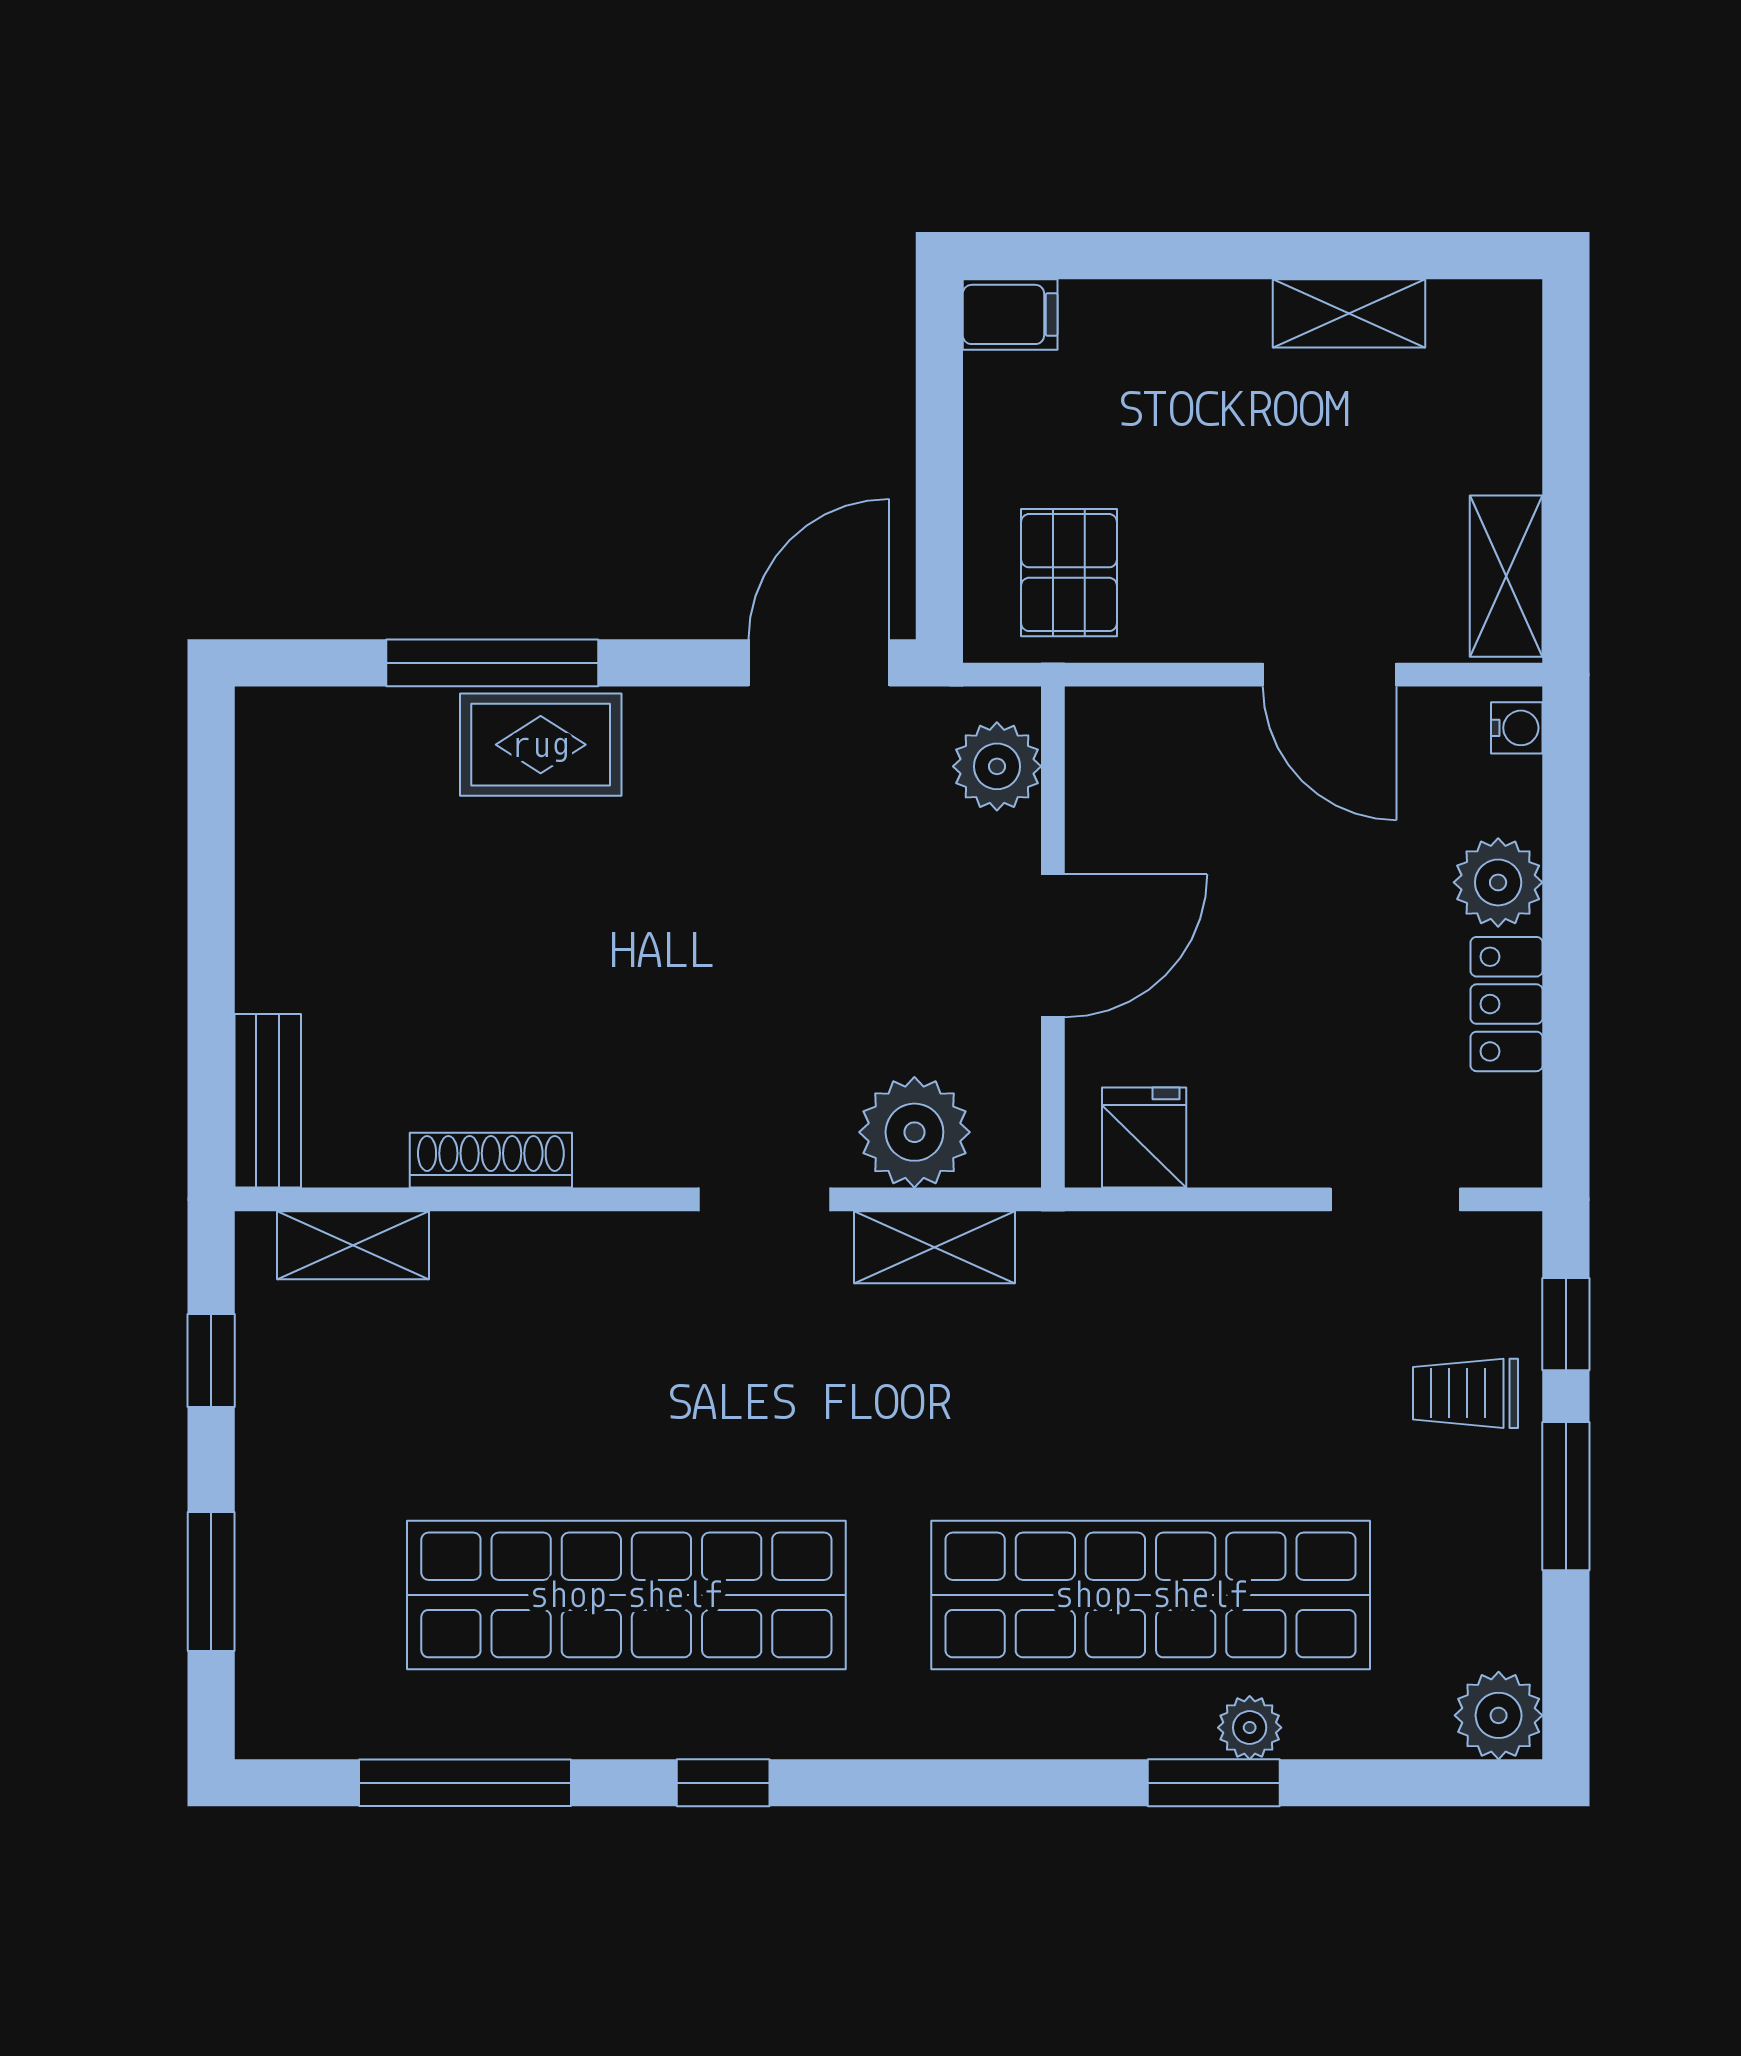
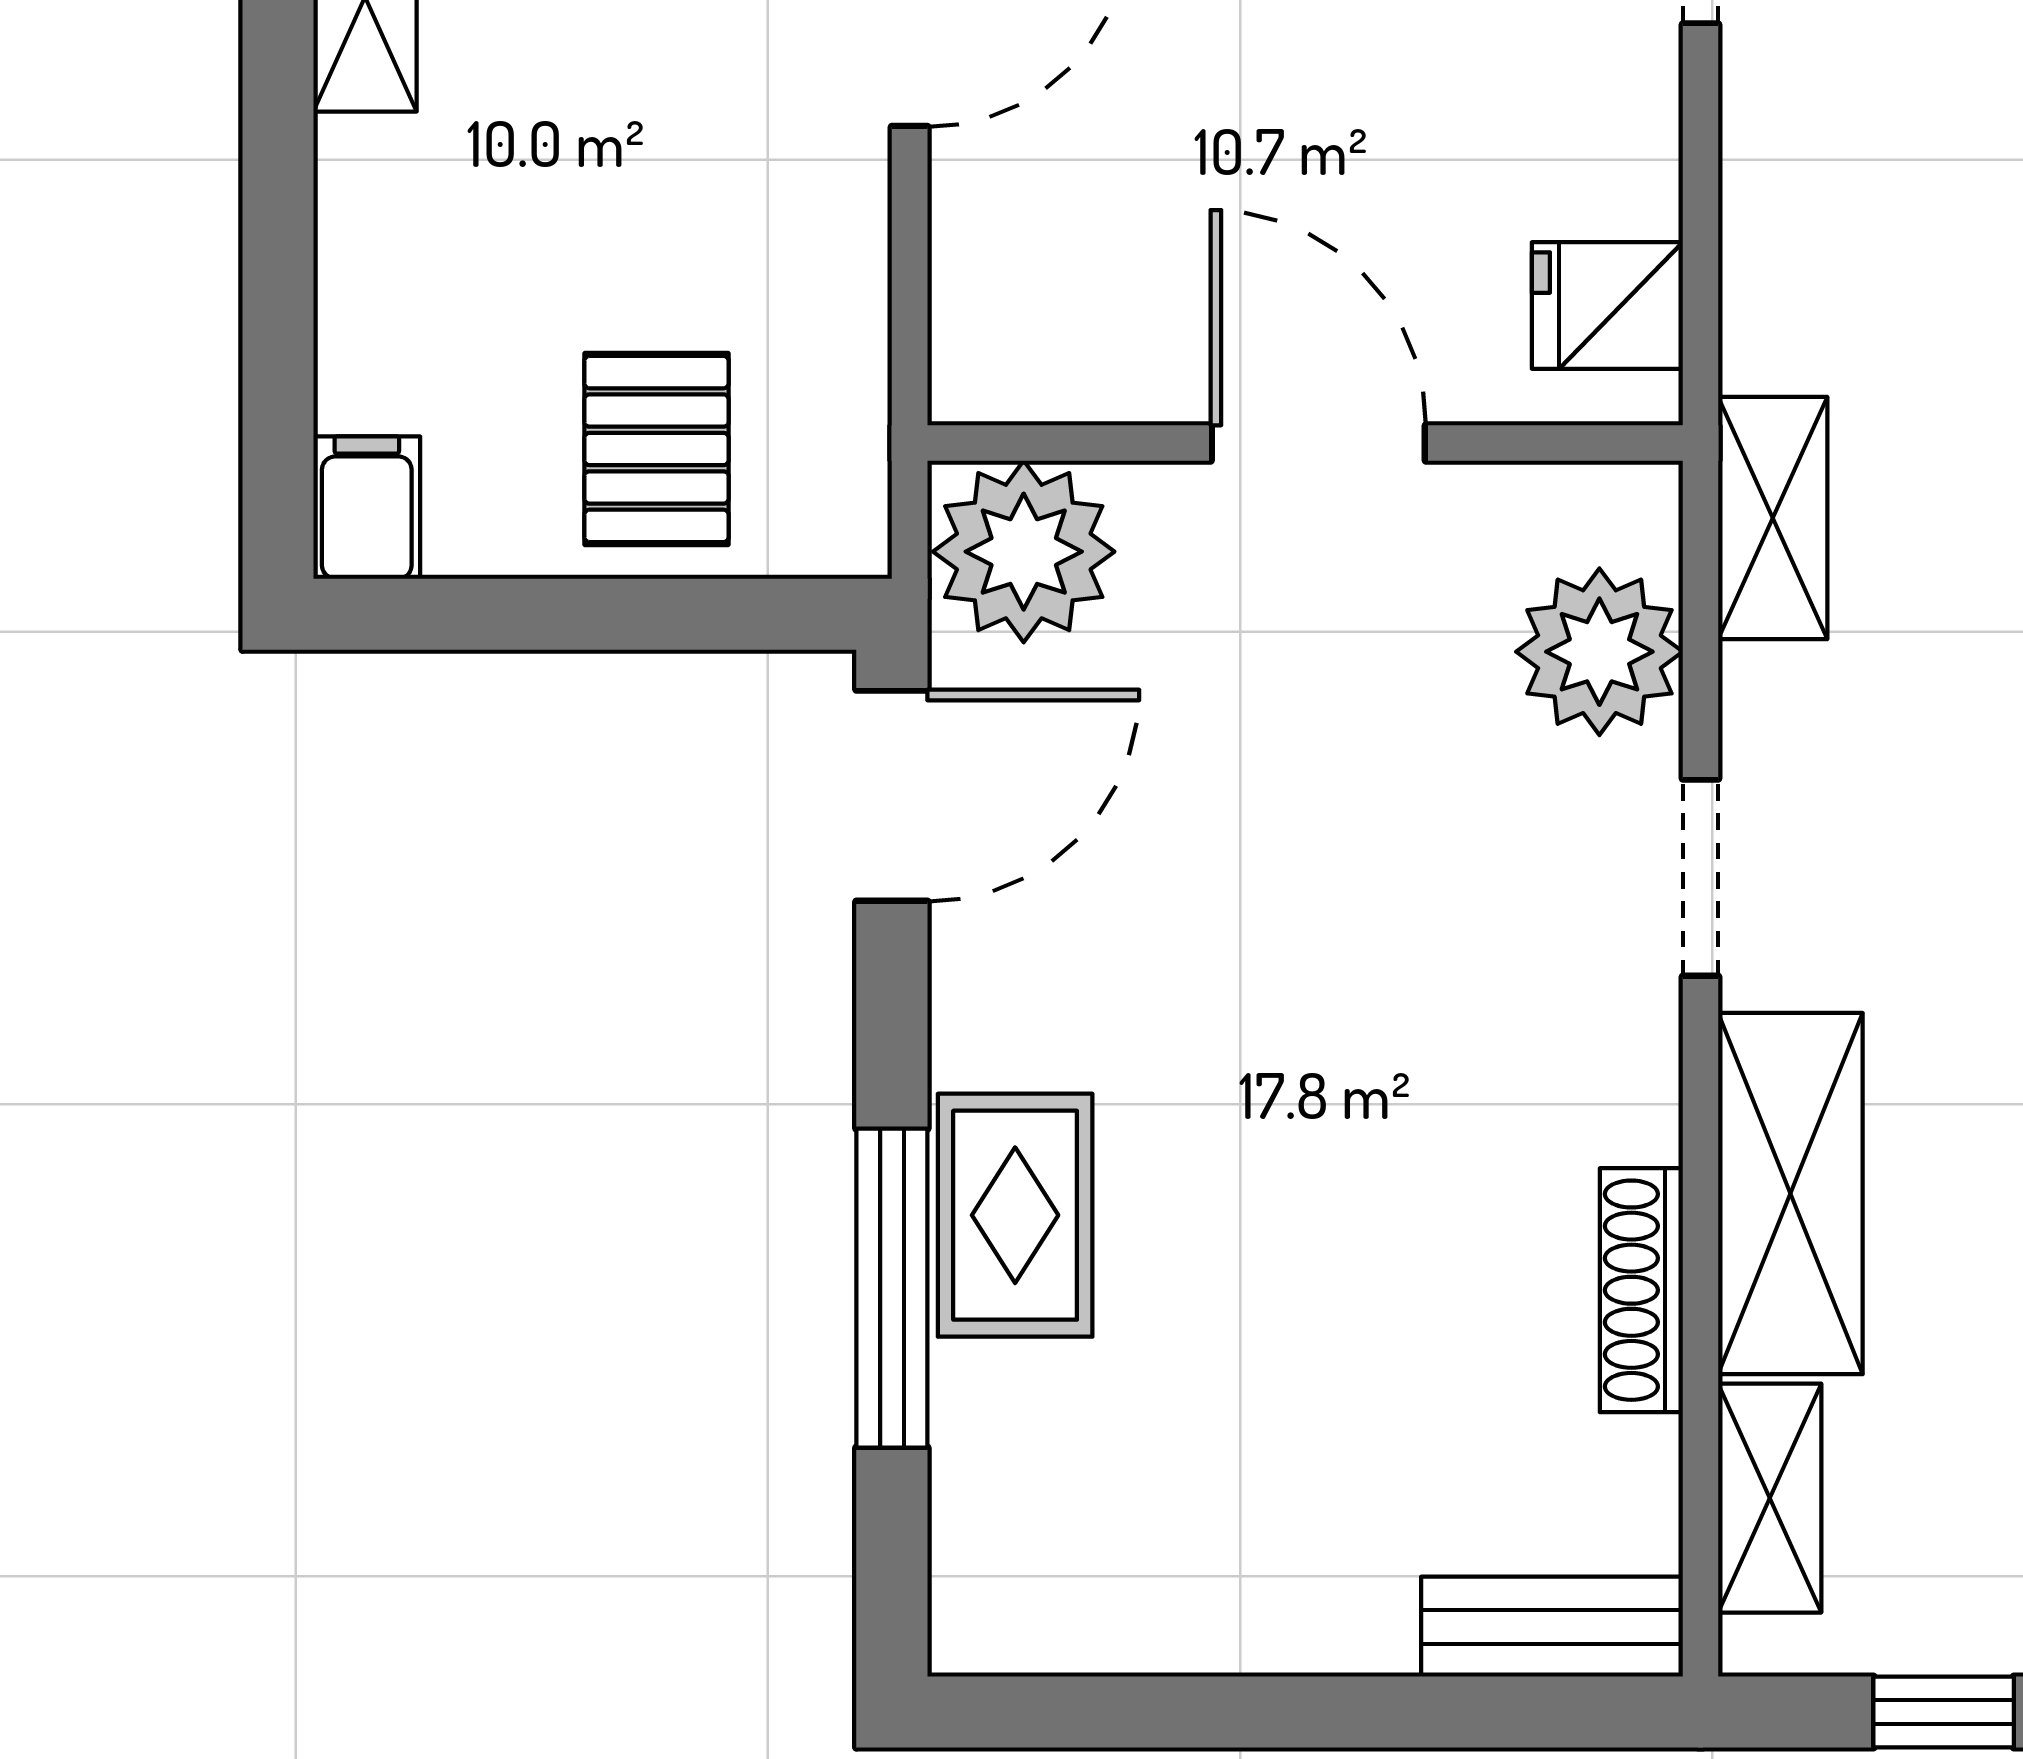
pallet: (1069, 573) -> (657, 449), moved, turned 90
door: (819, 663) -> (892, 796), swing flipped
plant: (997, 766) -> (1024, 552), width x1.36, depth x1.36
shelving: (934, 1247) -> (1773, 518), moved
shelving: (555, 1259) -> (1790, 1194), added

